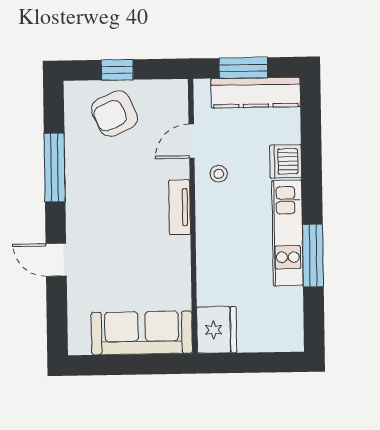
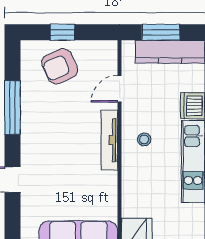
stool: (219, 174) -> (144, 139), moved
tv unit: (180, 207) -> (109, 140), width x1.41

